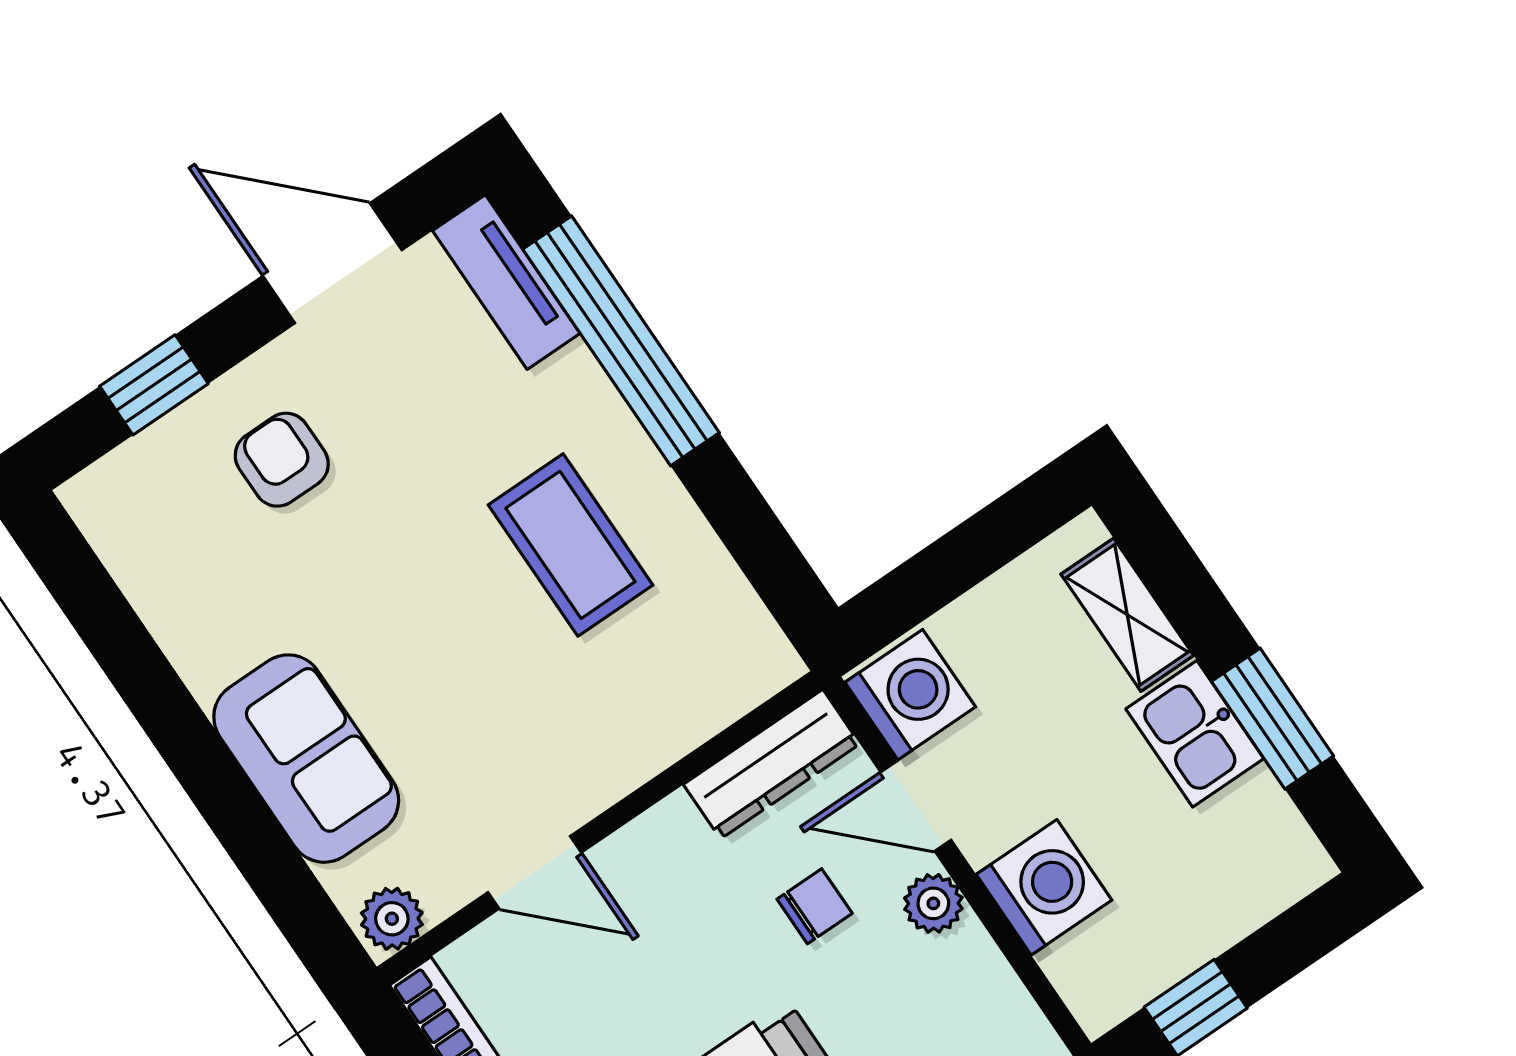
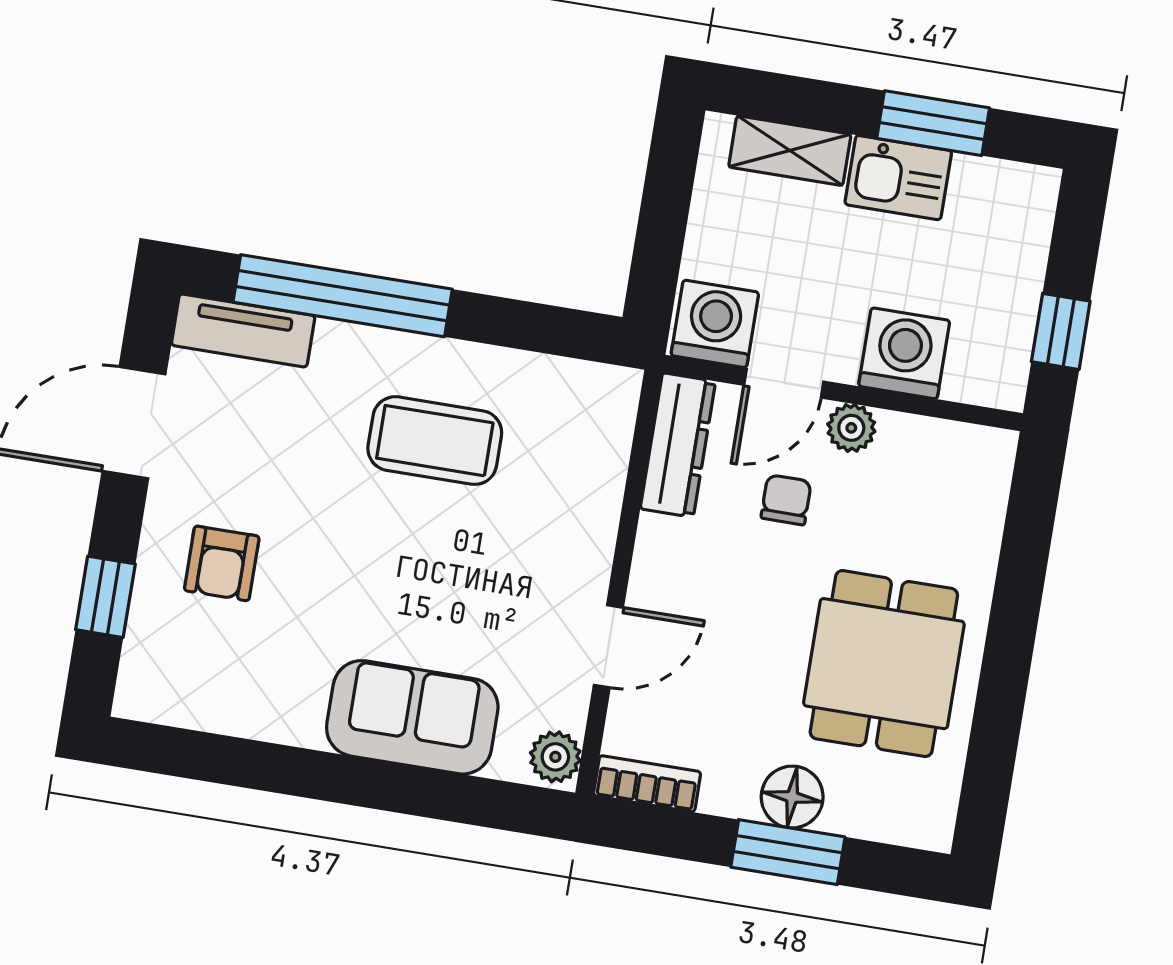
armchair: (282, 460) -> (222, 563), turned -90

